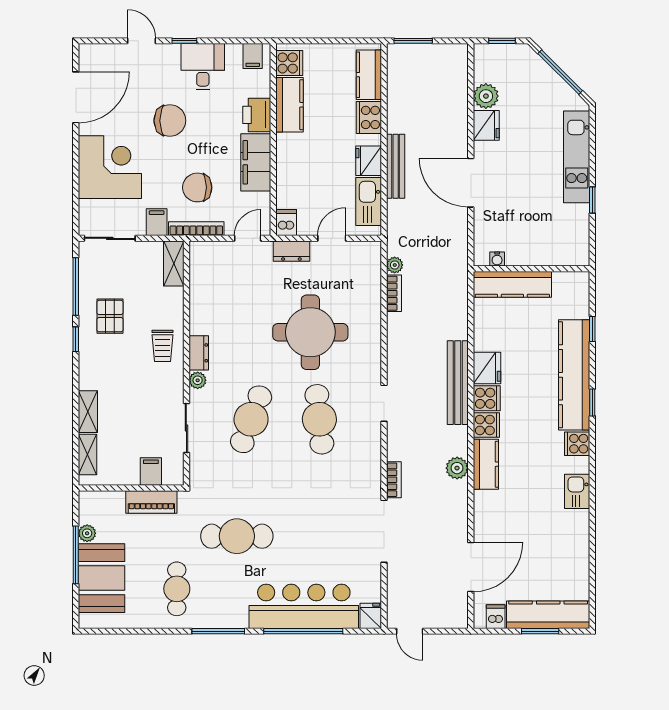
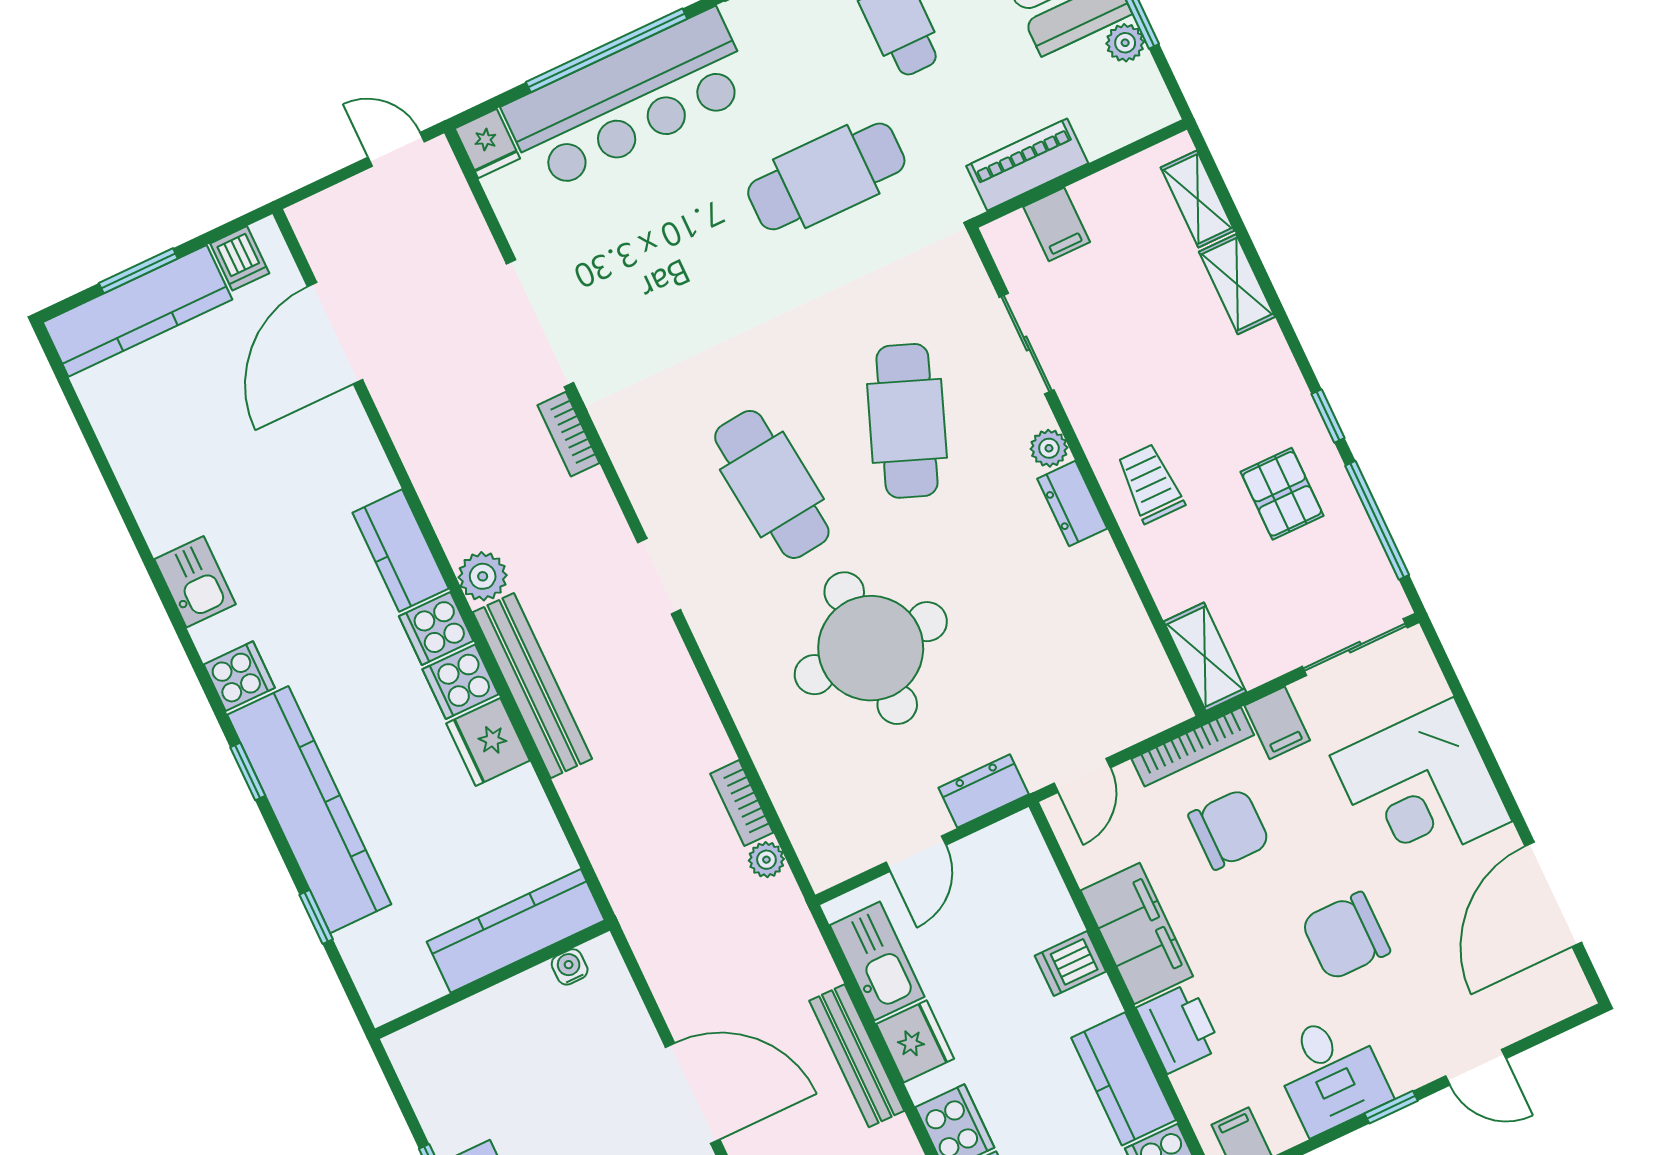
dishwasher: (286, 223) -> (1070, 964), moved, turned 90
plant: (457, 468) -> (483, 576), moved

